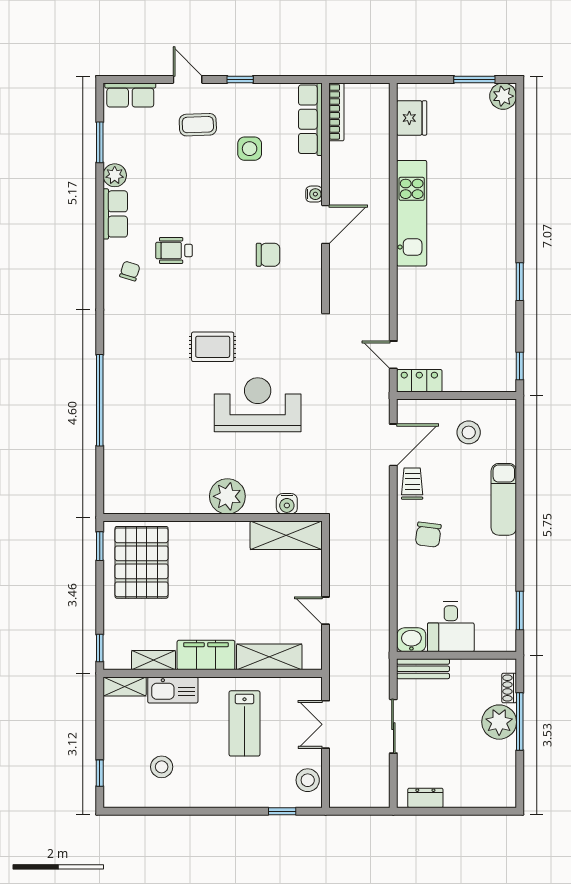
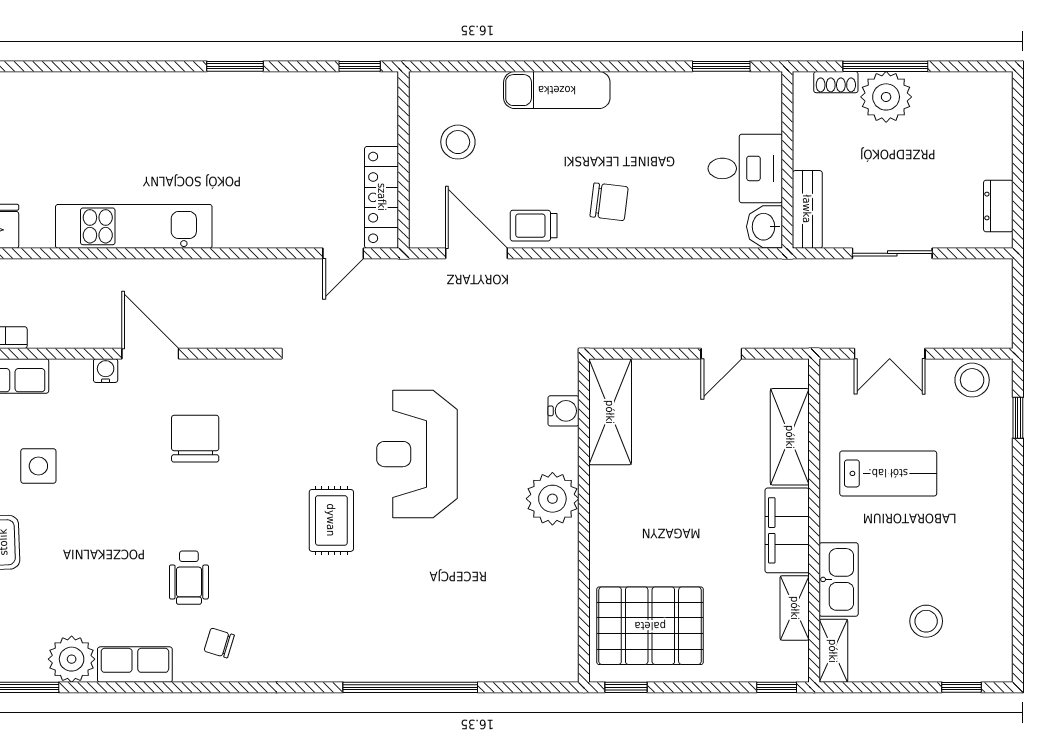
plant: (115, 175) -> (72, 659), width x1.36, depth x1.36
chair: (268, 255) -> (195, 439), width x1.37, depth x1.37
locker: (419, 381) -> (382, 197), width x1.53
stool: (162, 767) -> (926, 621), moved

